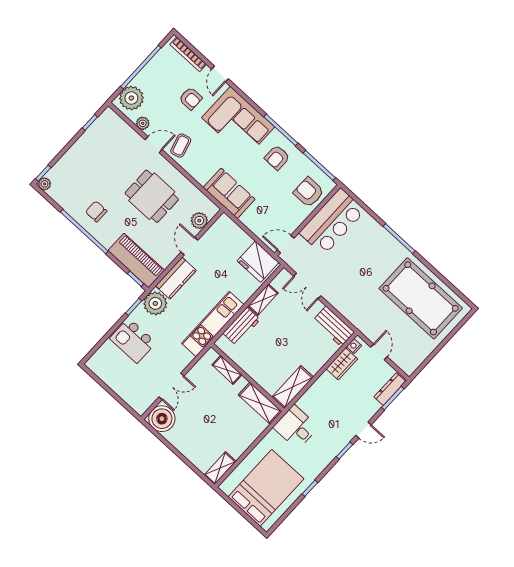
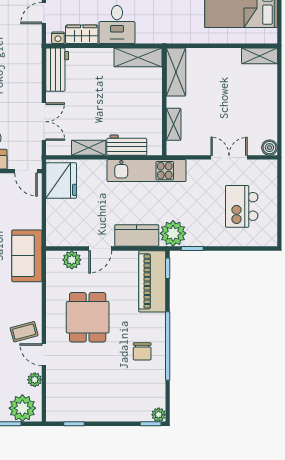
kitchen island: (133, 341) -> (242, 206), moved, turned 180
boiler: (162, 419) -> (269, 148), width x0.54, depth x0.54
desk: (296, 427) -> (117, 24), moved

